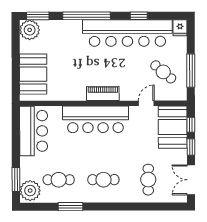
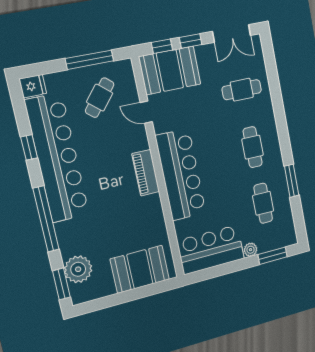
plant: (30, 30) -> (78, 269), moved
plant: (30, 191) -> (251, 250), moved, width x0.53, depth x0.53

